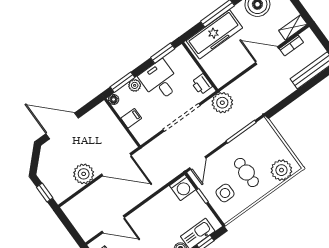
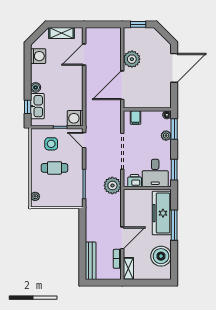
desk: (160, 81) -> (155, 173), moved, turned 90
filing cabinet: (131, 118) -> (136, 118), moved
plant: (281, 170) -> (35, 196), width x0.53, depth x0.53

